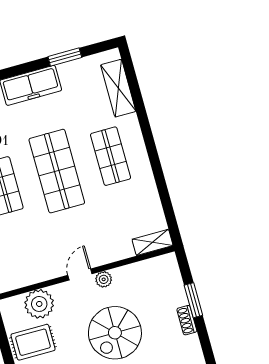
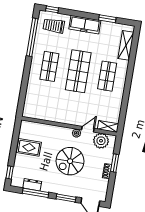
door: (80, 274) -> (88, 129), moved
plant: (39, 304) -> (101, 141), moved

